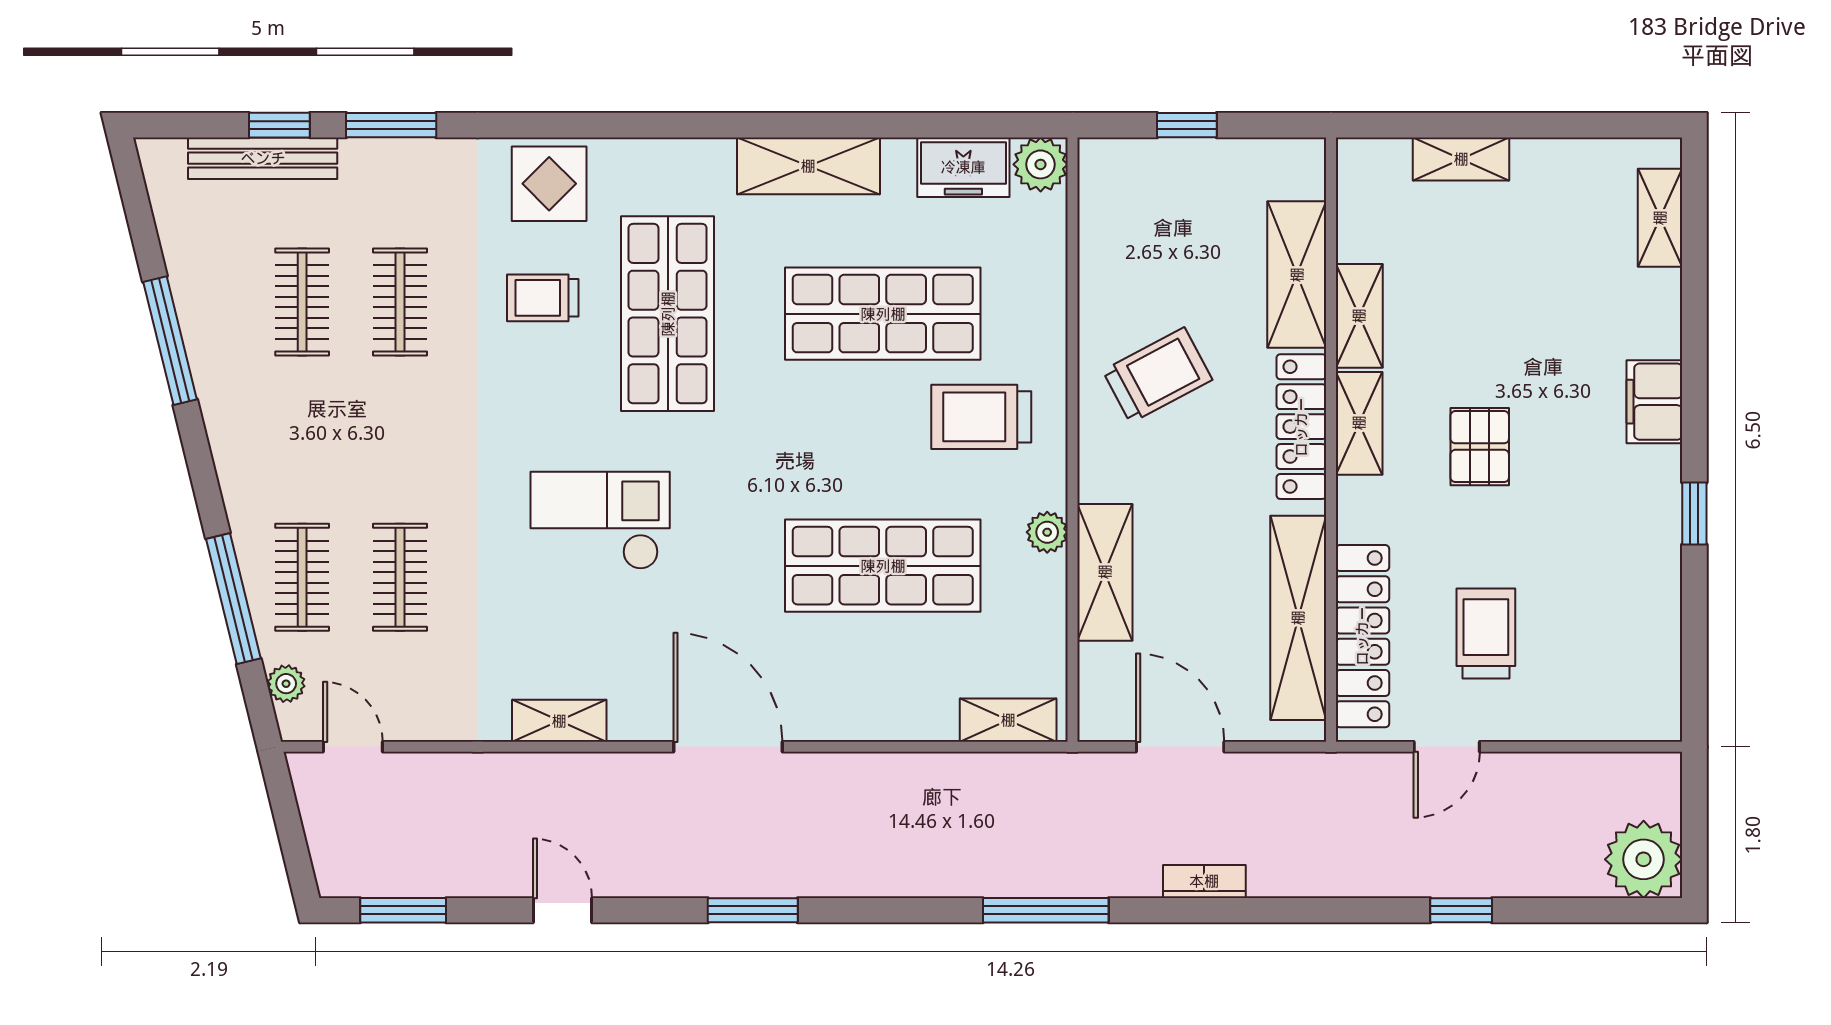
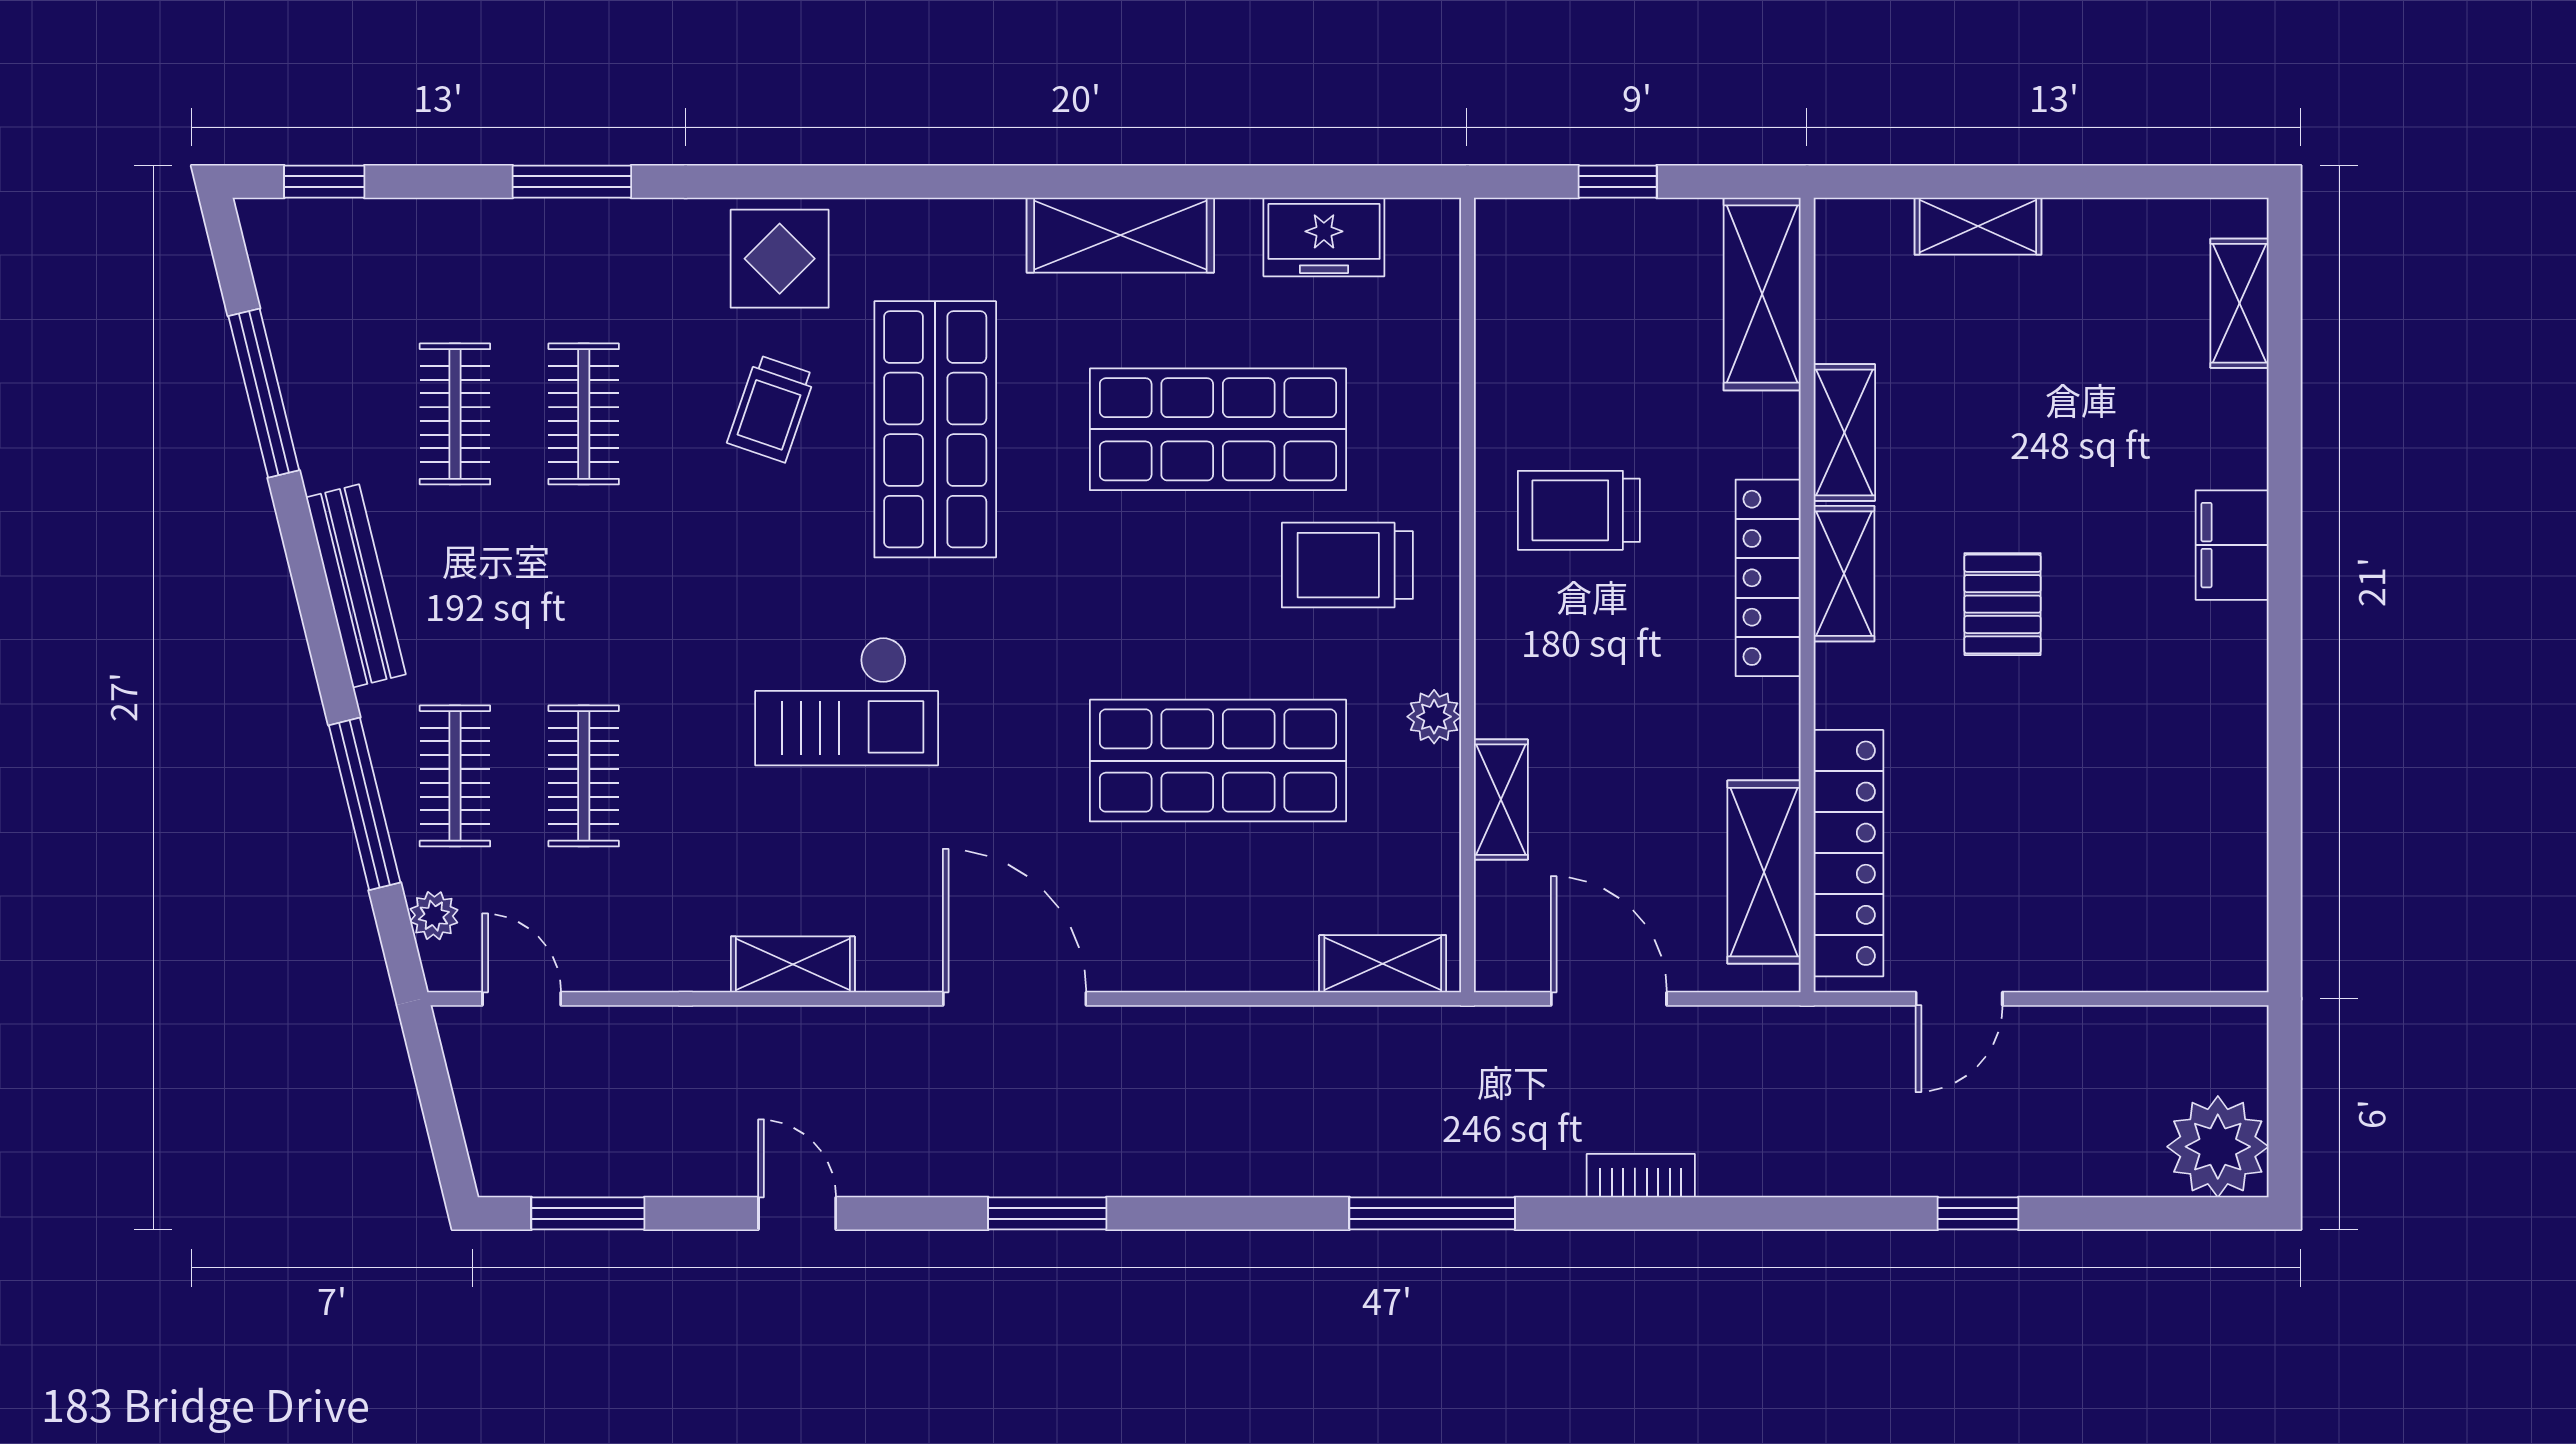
window: (279, 125) -> (324, 182), moved
bench: (263, 158) -> (356, 586), moved, turned 76
plant: (1041, 164) -> (1425, 233), removed
shelving: (1297, 275) -> (1762, 294), moved
trolley: (543, 298) -> (771, 409), turned -71
window: (170, 341) -> (264, 393), moved
trolley: (1157, 375) -> (1579, 510), turned -152
window: (1694, 514) -> (2285, 692), removed
checkout: (600, 520) -> (847, 701), turned 180
shelving: (1105, 572) -> (1501, 800), width x0.67, depth x0.75
shelving: (1298, 618) -> (1764, 872), width x0.68
trolley: (1486, 633) -> (2011, 850), removed

